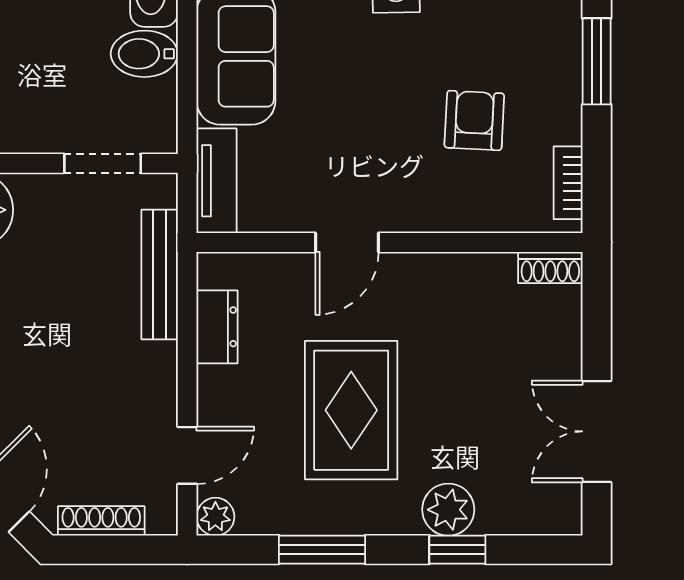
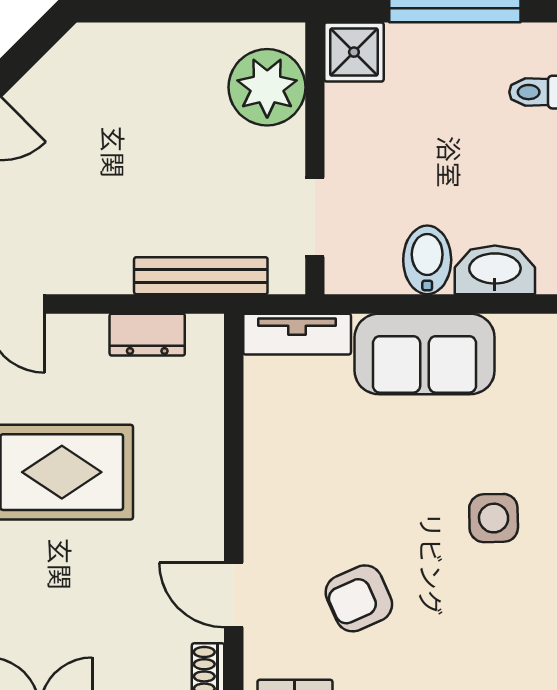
armchair: (474, 120) -> (359, 598), turned 153
door: (347, 242) -> (234, 595), moved

